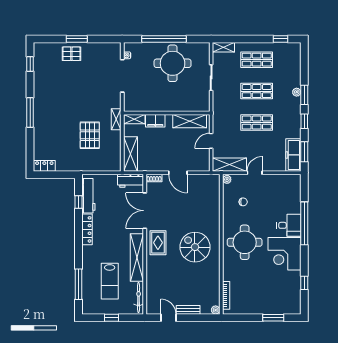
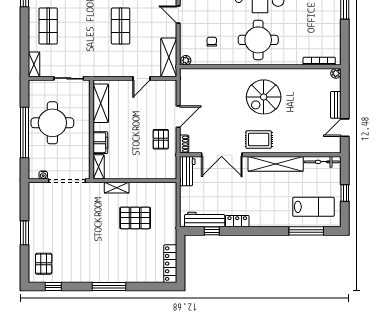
pallet: (71, 54) -> (44, 264), moved
shop shelf: (257, 91) -> (84, 26), removed
wall: (167, 113) -> (91, 130), moved
shelving: (134, 119) -> (99, 167), moved
filing cabinet: (155, 121) -> (100, 143), moved
shelving: (190, 121) -> (101, 103), moved
door: (211, 141) -> (141, 78), hinge flipped
shelving: (130, 154) -> (157, 171), removed
pallet: (158, 158) -> (161, 139), added
locker: (44, 166) -> (170, 264), width x1.53
door: (255, 173) -> (178, 14), moved
locker: (87, 229) -> (237, 221), width x0.66
lab bench: (110, 281) -> (313, 207), moved

